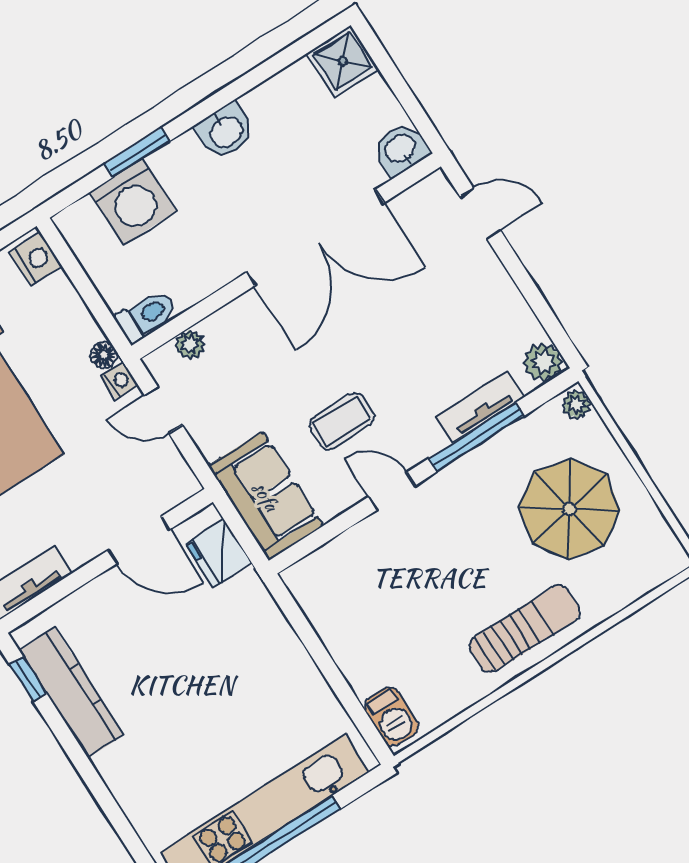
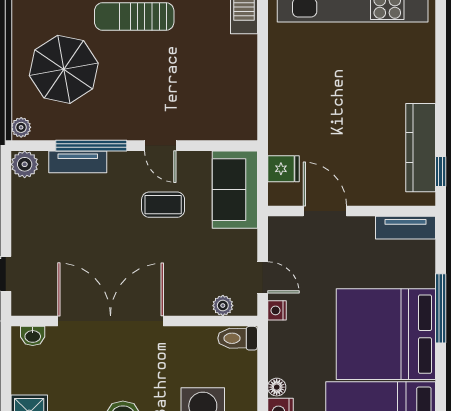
washbasin: (401, 149) -> (33, 336), width x0.72, depth x0.69
floor lamp: (104, 355) -> (277, 387), moved
fridge: (219, 553) -> (283, 169), width x0.72

